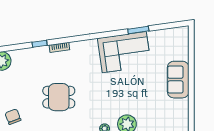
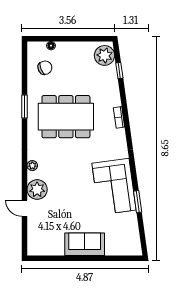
window: (40, 44) -> (119, 71), moved
dining table: (59, 97) -> (66, 117), width x1.88, depth x1.24

